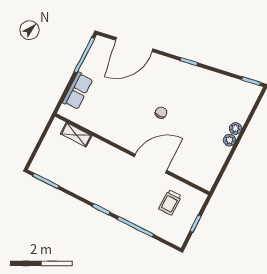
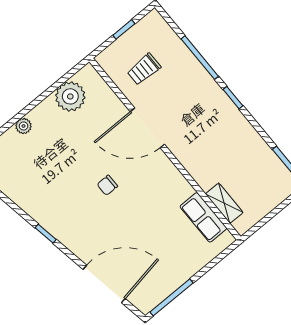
row of seats: (78, 91) -> (203, 217), moved, turned -90
plant: (229, 140) -> (70, 96), moved, width x1.87, depth x1.87
trolley: (170, 202) -> (144, 69), turned 180

